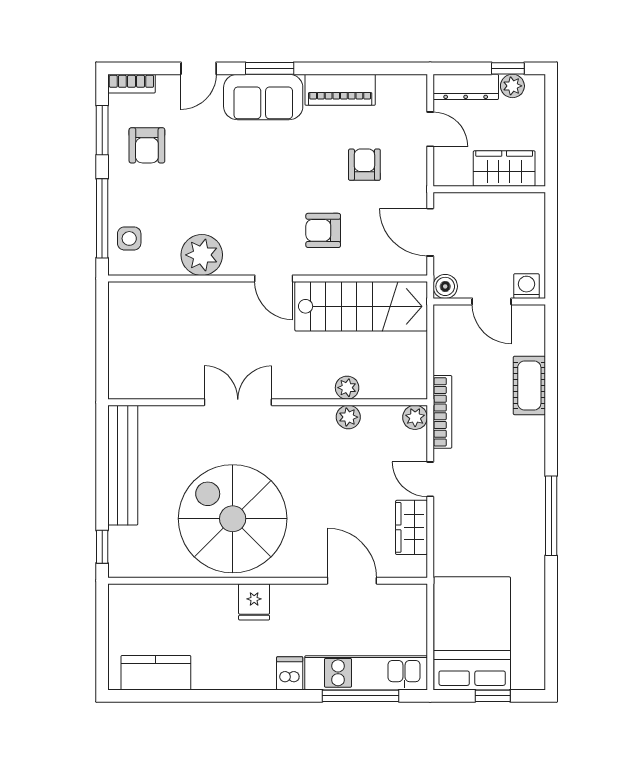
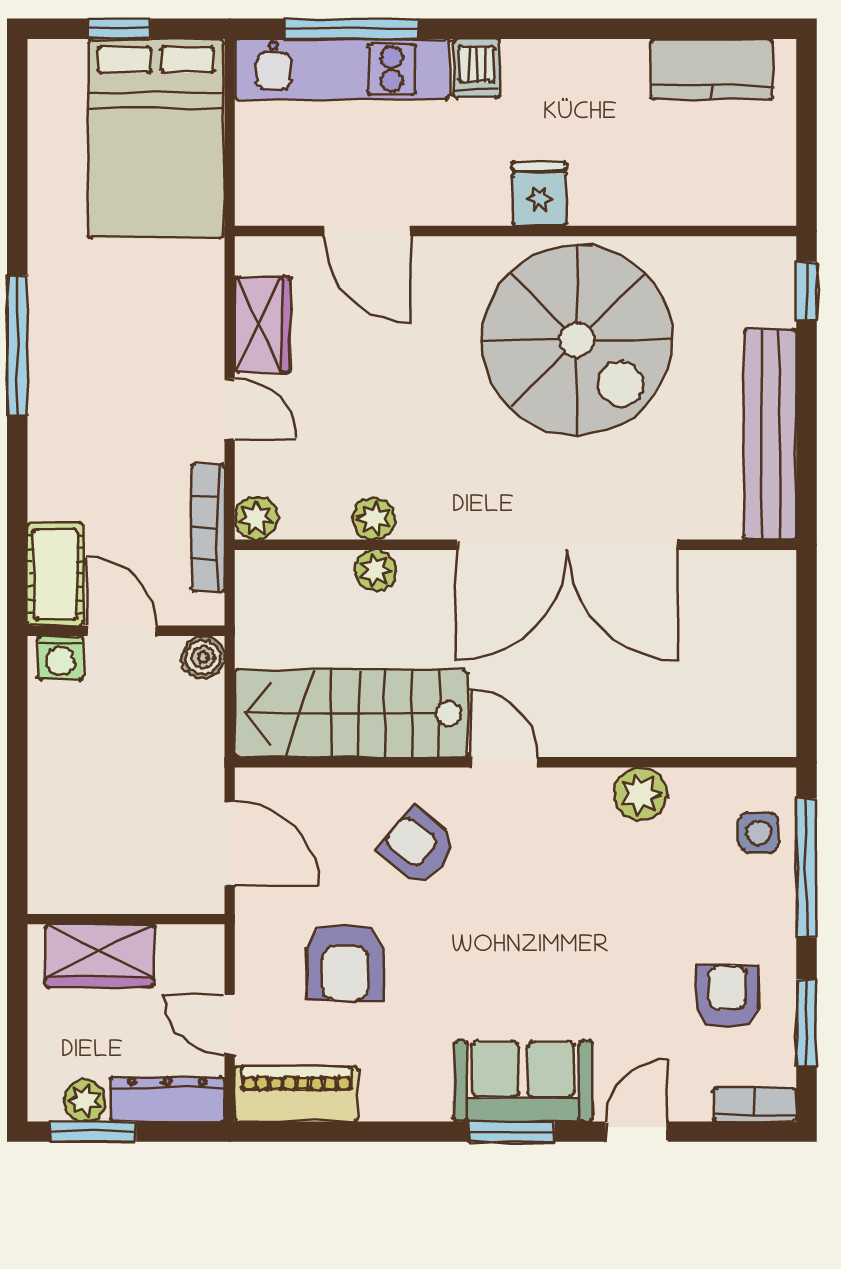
window: (508, 68) -> (93, 1132), width x1.50
piano: (340, 90) -> (296, 1094), moved
armchair: (364, 165) -> (345, 962), width x1.38, depth x1.38
armchair: (323, 230) -> (418, 847), turned -141
plant: (202, 255) -> (641, 794), width x0.73, depth x0.73
boiler: (445, 286) -> (203, 657), moved
washing machine: (526, 286) -> (60, 658), moved
wall: (489, 301) -> (126, 631), moved
door: (492, 301) -> (122, 631), moved
double door: (238, 402) -> (568, 545), width x1.87

